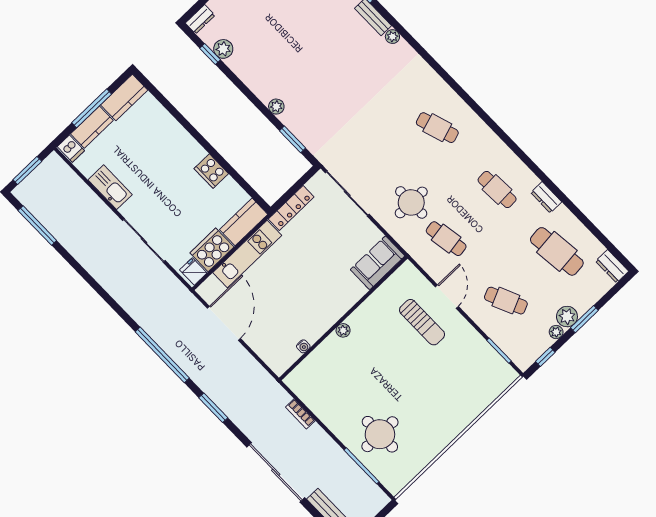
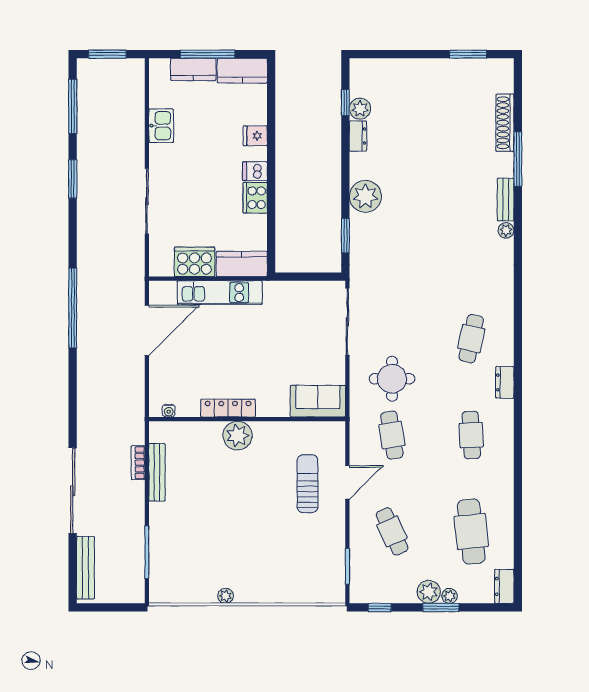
dresser: (200, 19) -> (358, 136), moved, turned -90
plant: (276, 107) -> (365, 196), width x1.88, depth x1.88
cafe table: (437, 128) -> (471, 339), turned 30
dishwasher: (71, 149) -> (255, 171), moved, turned 90
kitchen sink: (110, 187) -> (161, 126), width x0.73
dresser: (546, 197) -> (505, 382), moved
locker: (291, 208) -> (228, 408), moved, turned 180
fridge: (193, 271) -> (255, 136), moved, turned -90
sun lounger: (422, 322) -> (308, 484), turned 180
plant: (343, 330) -> (238, 436), width x1.88, depth x1.88
plant: (556, 332) -> (450, 596), moved
water cooler: (303, 346) -> (169, 411), moved
window: (213, 408) -> (73, 179), moved
bench: (318, 408) -> (157, 472), added
round table: (380, 434) -> (186, 541), removed
plant: (439, 445) -> (225, 596), added

